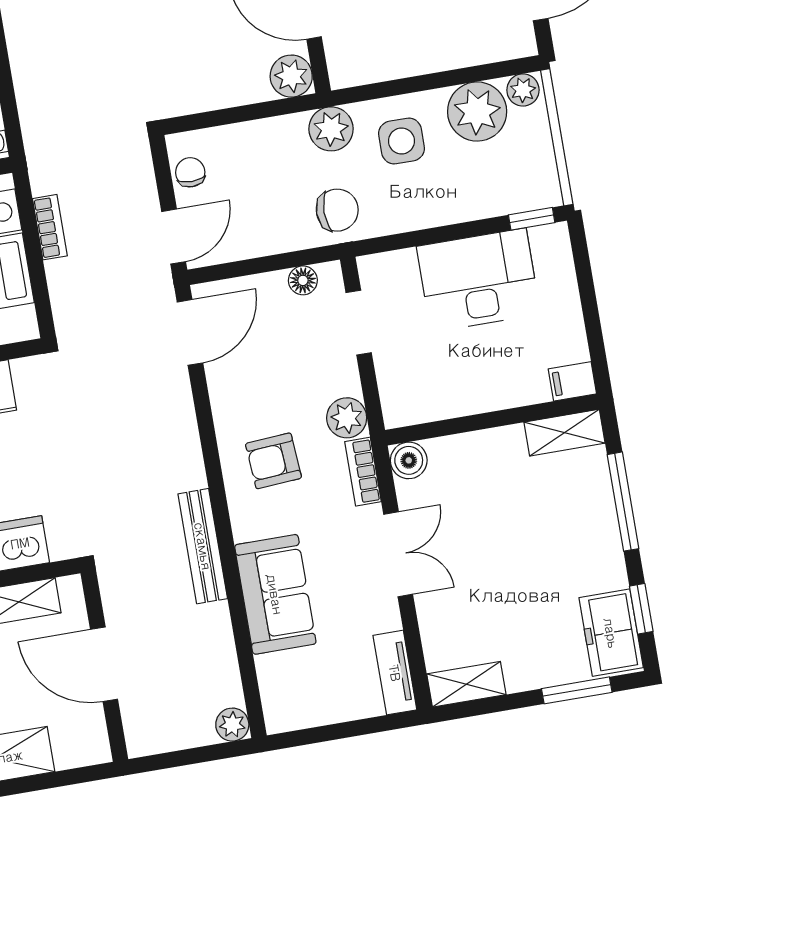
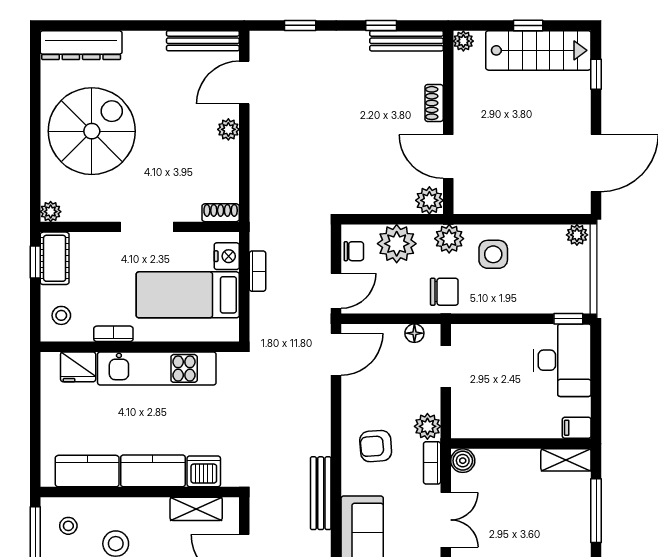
plant: (477, 112) -> (397, 244), moved
chair: (190, 172) -> (354, 251), turned 90
desk: (478, 280) -> (562, 360), moved, turned 90

